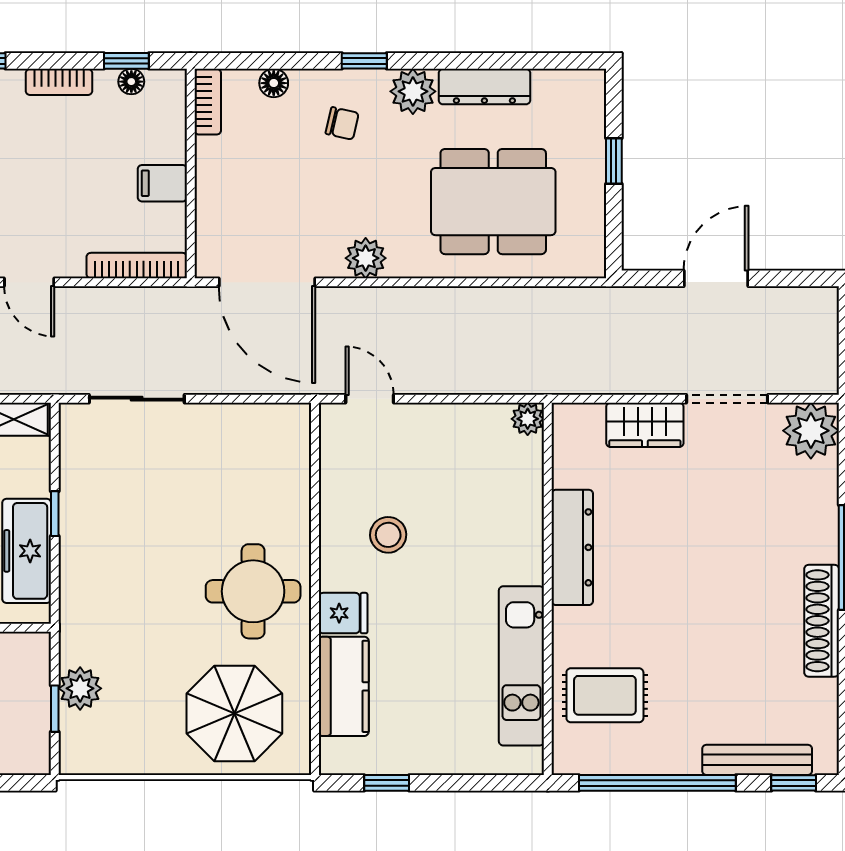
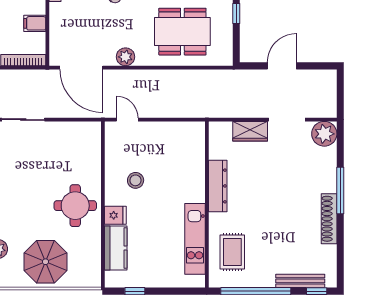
plant: (528, 419) -> (198, 129), removed
rug: (605, 695) -> (232, 252), turned 90
parasol: (234, 713) -> (45, 262), moved

